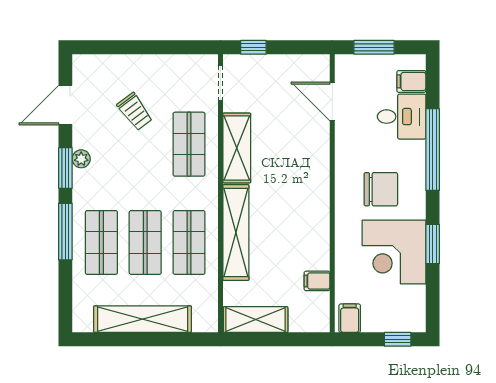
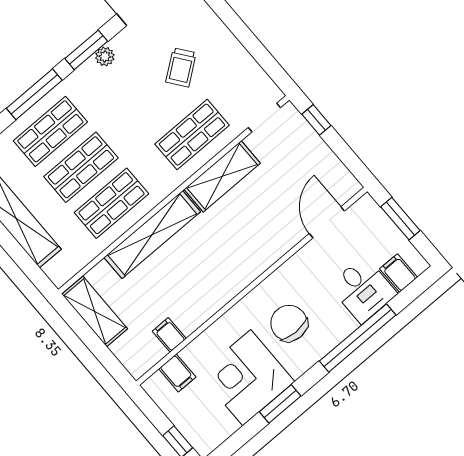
chair: (381, 189) -> (289, 323), turned 180
filing cabinet: (350, 318) -> (177, 373), moved, turned 90

